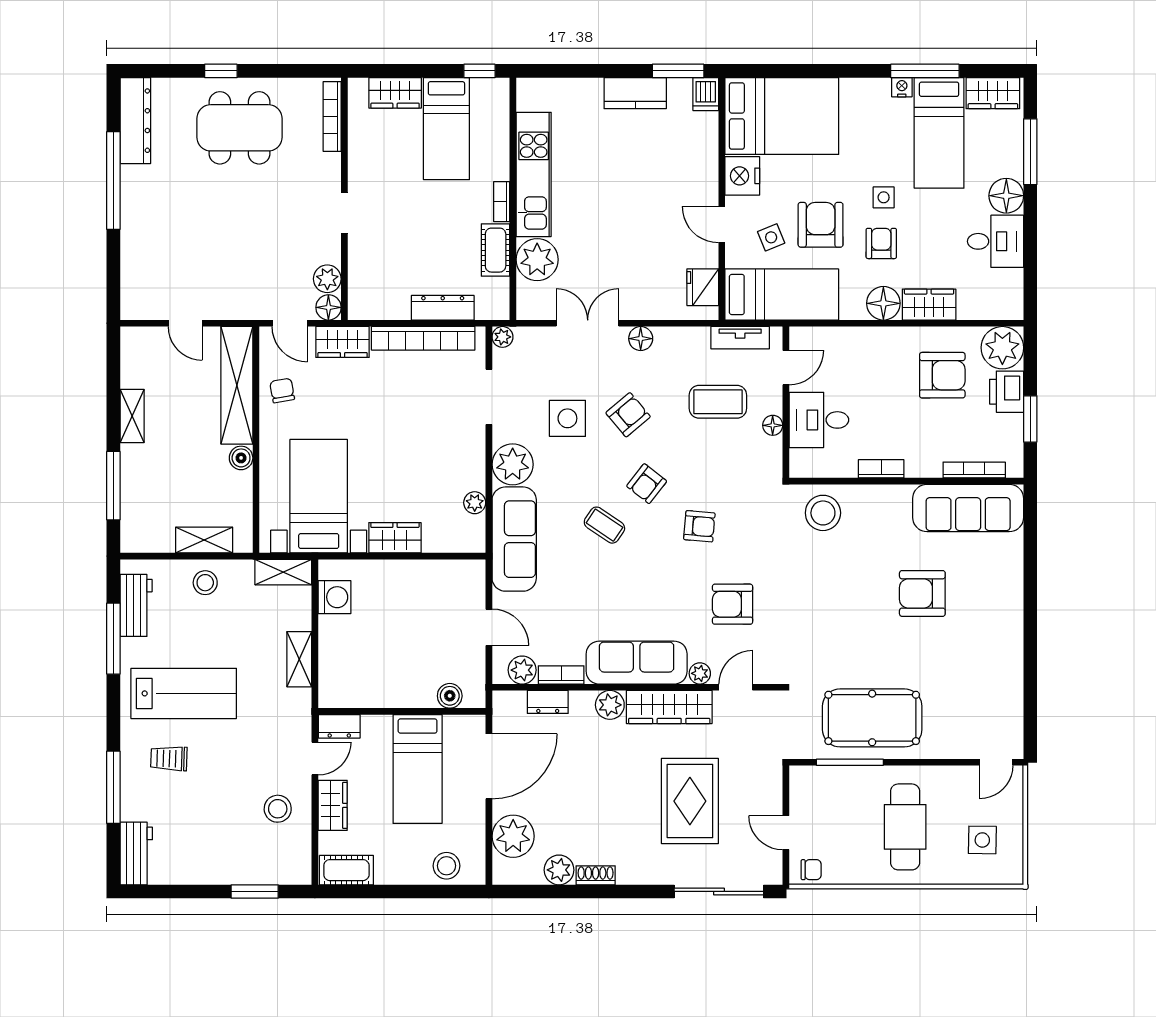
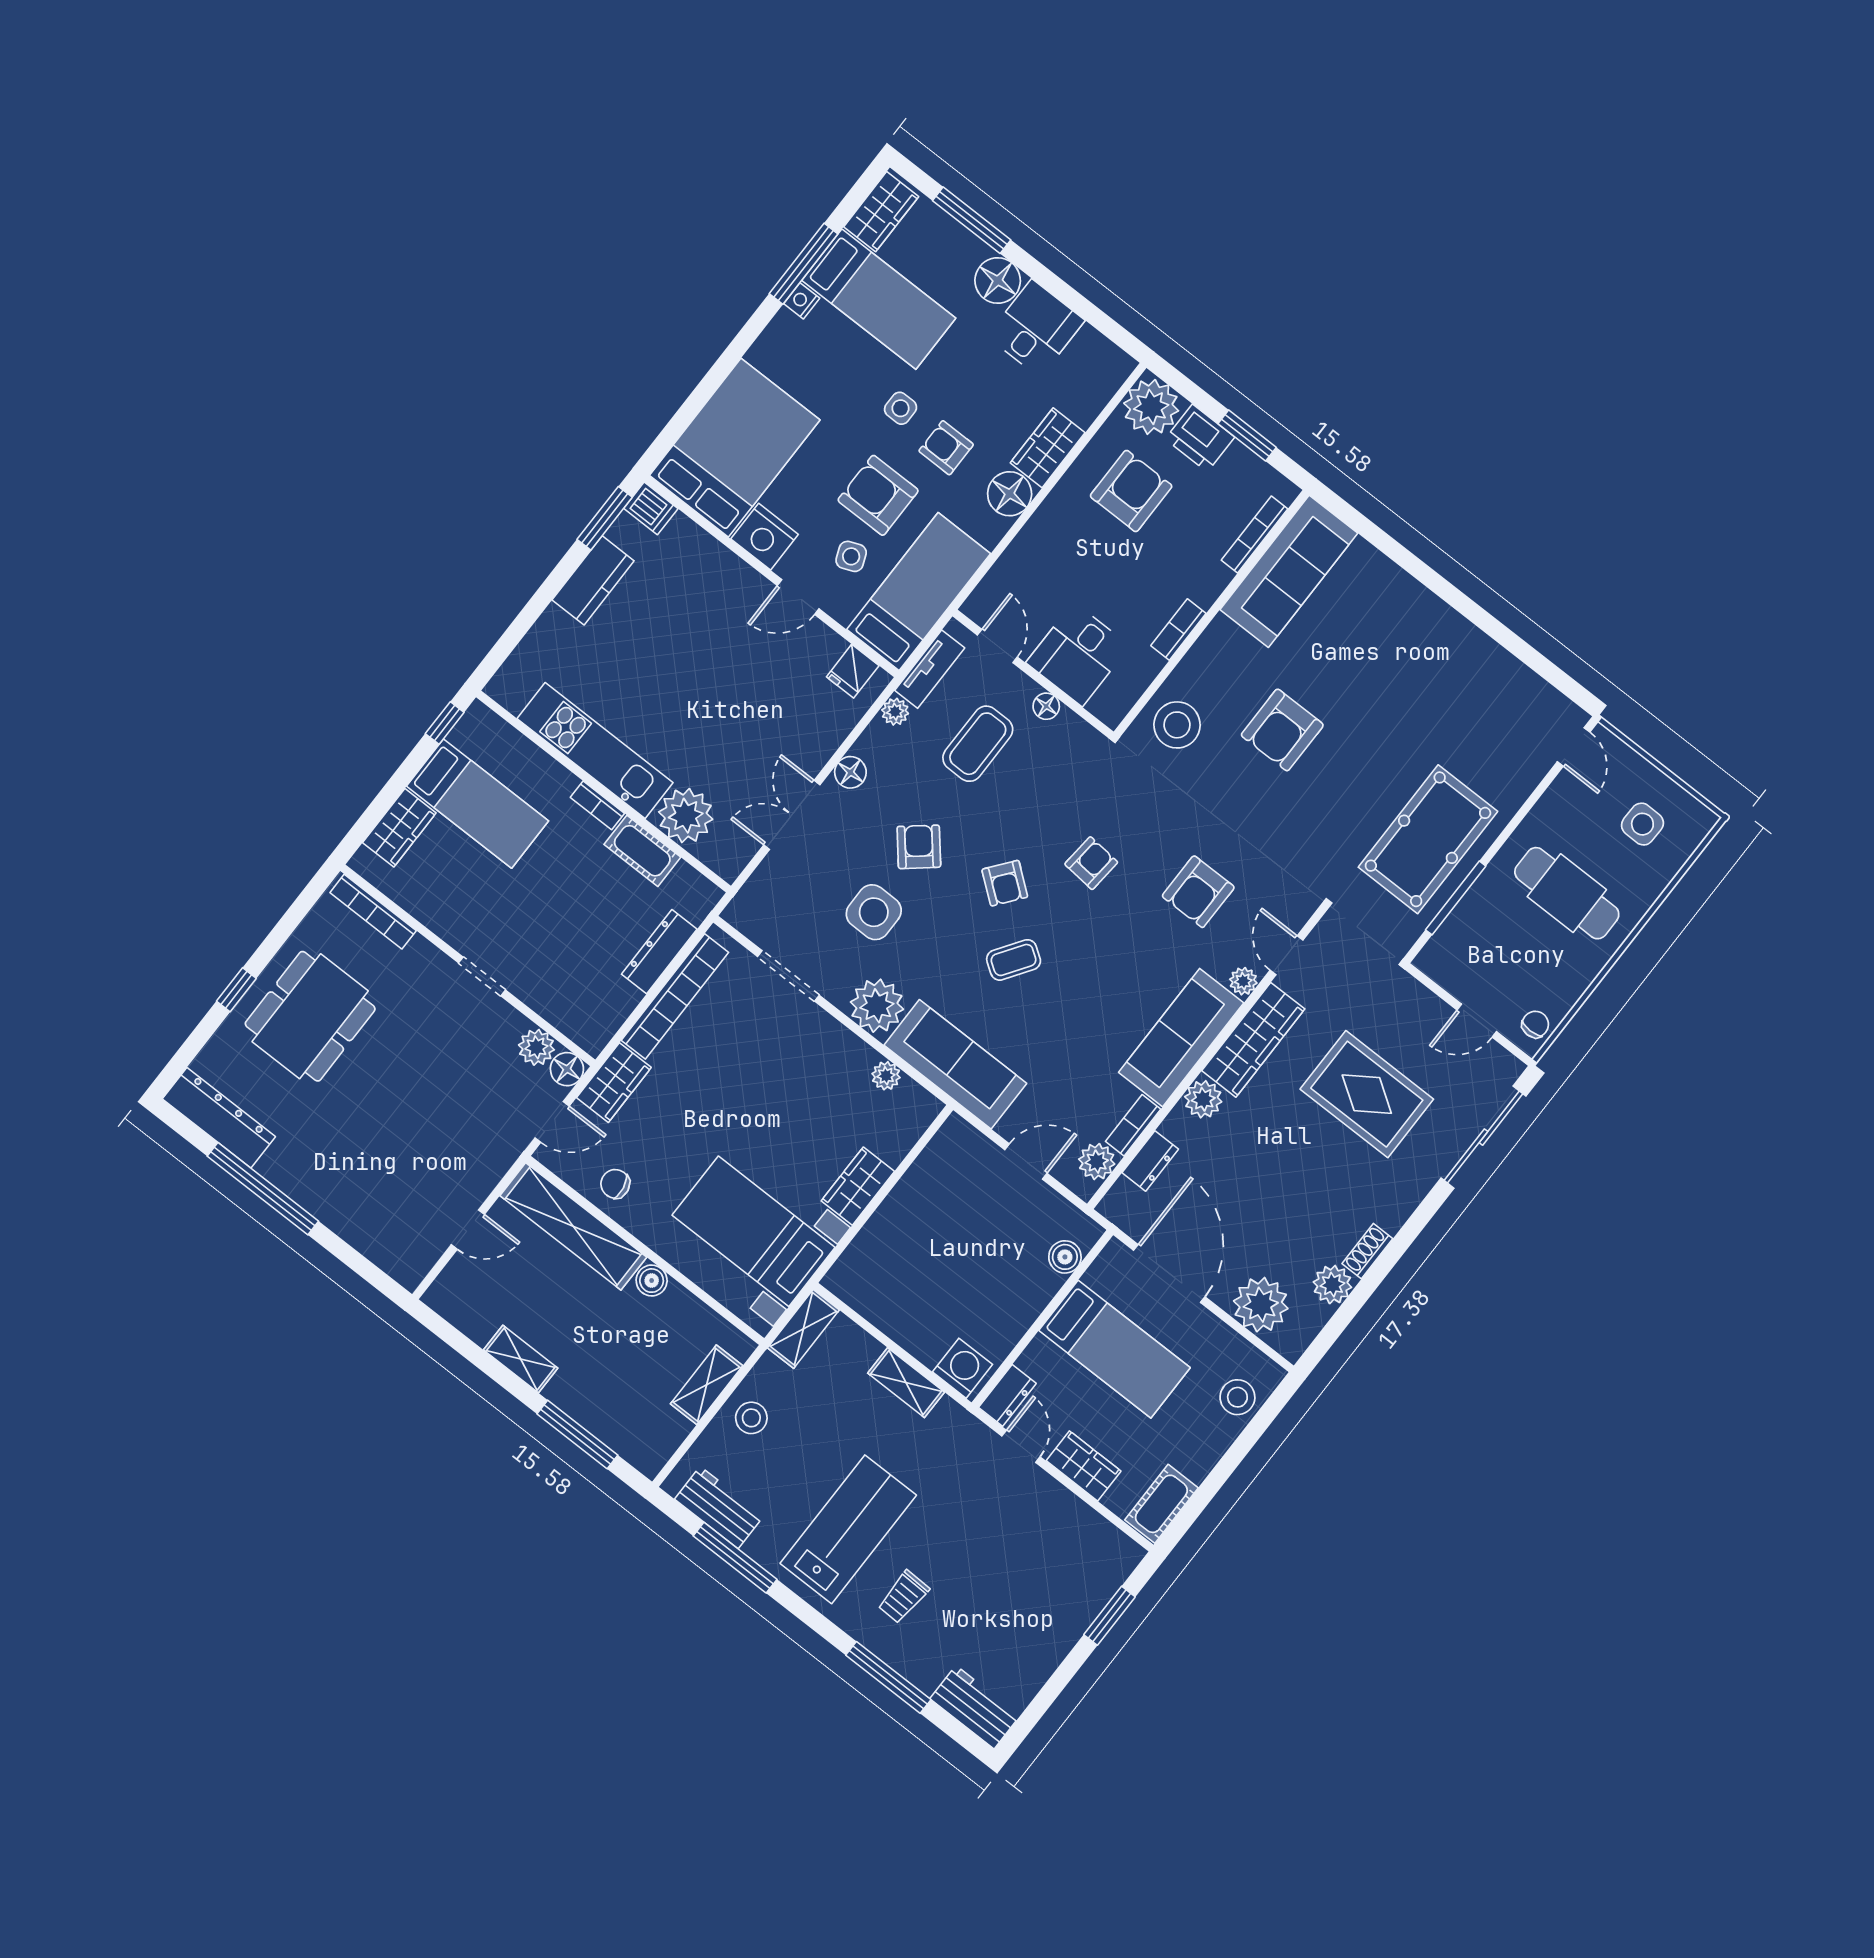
fridge: (703, 287) -> (853, 671), width x0.72
plant: (502, 337) -> (895, 712), moved
armchair: (922, 593) -> (1282, 730), moved
washing machine: (335, 597) -> (963, 1368), moved
stool: (278, 809) -> (1043, 1525), removed

